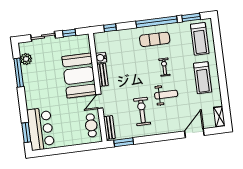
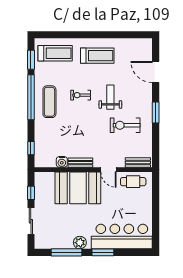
plant: (26, 59) -> (80, 243), moved
shelving: (219, 117) -> (141, 43), removed
bar counter: (41, 129) -> (122, 237), width x1.36
window: (26, 132) -> (103, 252), moved
window: (124, 142) -> (156, 112), moved

